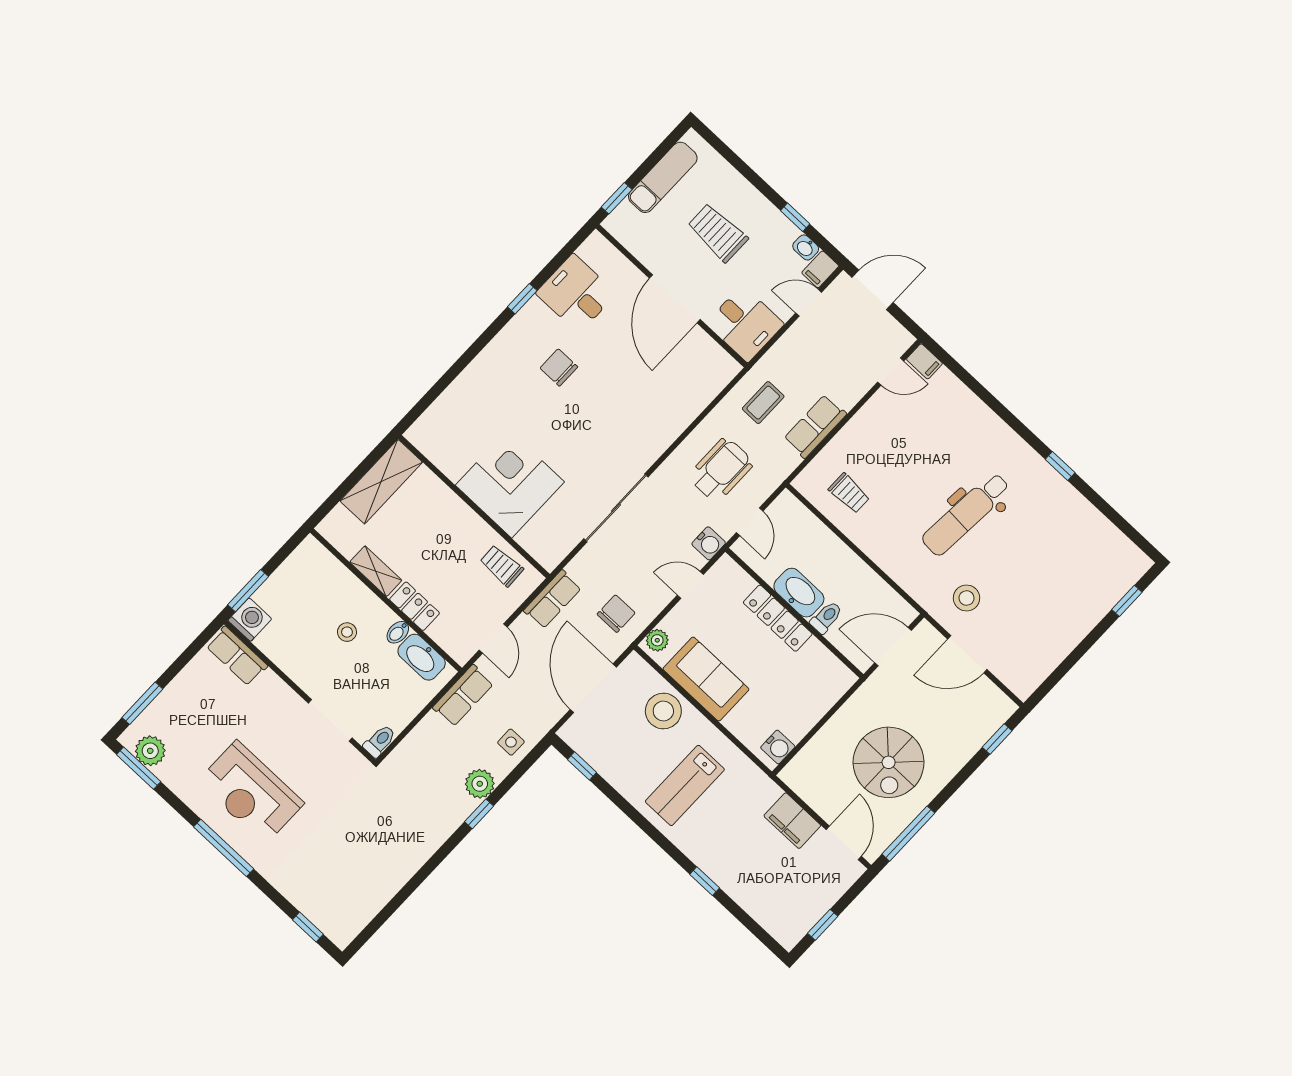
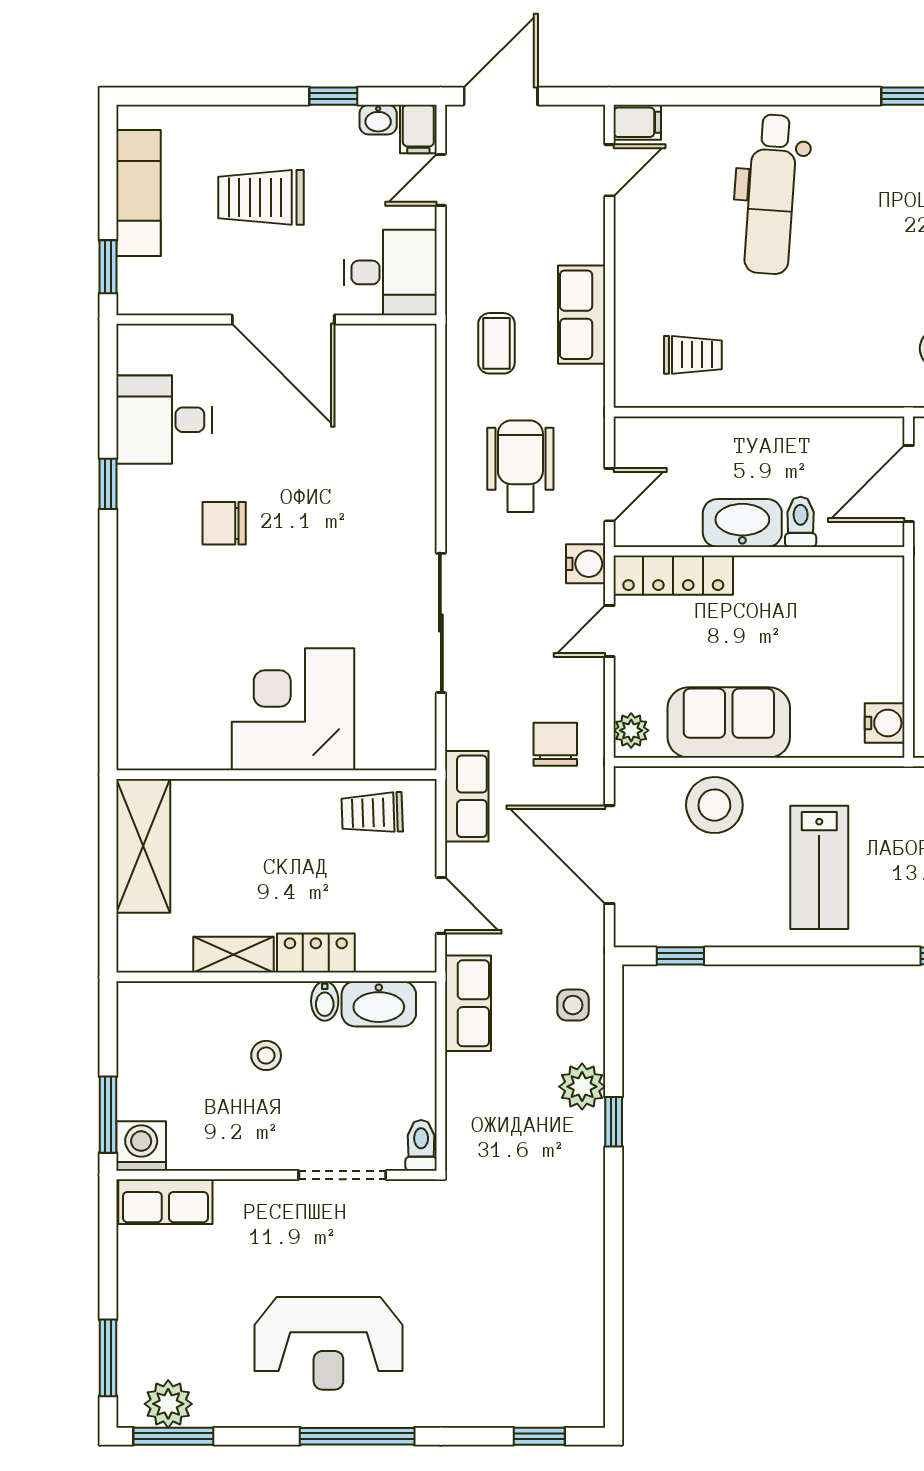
dental chair: (966, 514) -> (771, 194), moved
door: (750, 522) -> (609, 495), hinge flipped
locker: (778, 618) -> (673, 575), moved

